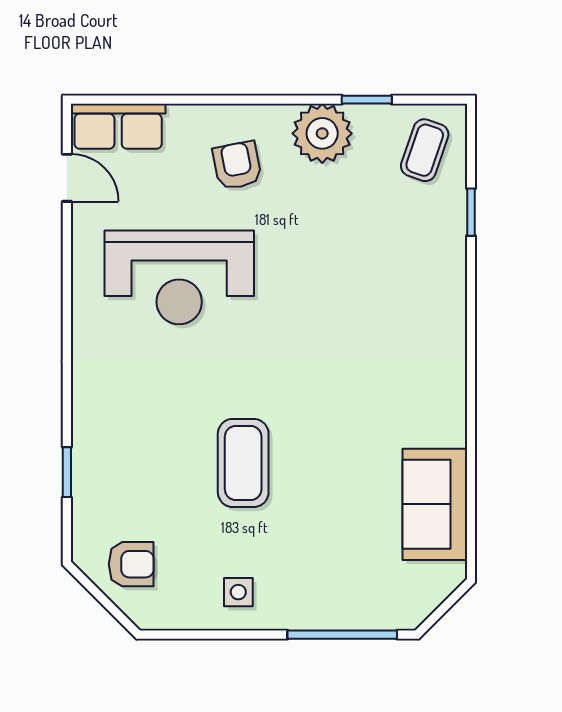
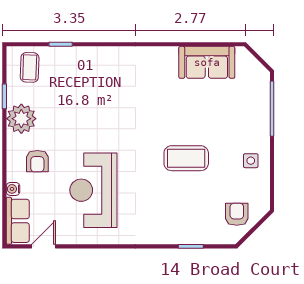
water cooler: (182, 117) -> (13, 189), added
coffee table: (425, 150) -> (30, 67), turned 73
armchair: (237, 165) -> (37, 161), turned -79
reception desk: (179, 277) -> (93, 190), turned 180

